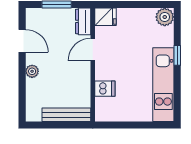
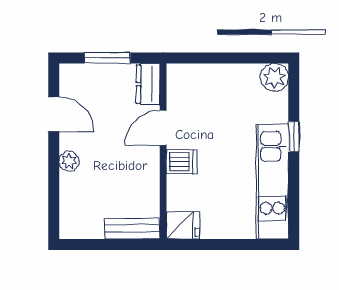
fridge: (105, 17) -> (183, 225), moved
dishwasher: (105, 89) -> (182, 162), moved
bench: (66, 115) -> (132, 229), width x0.73

